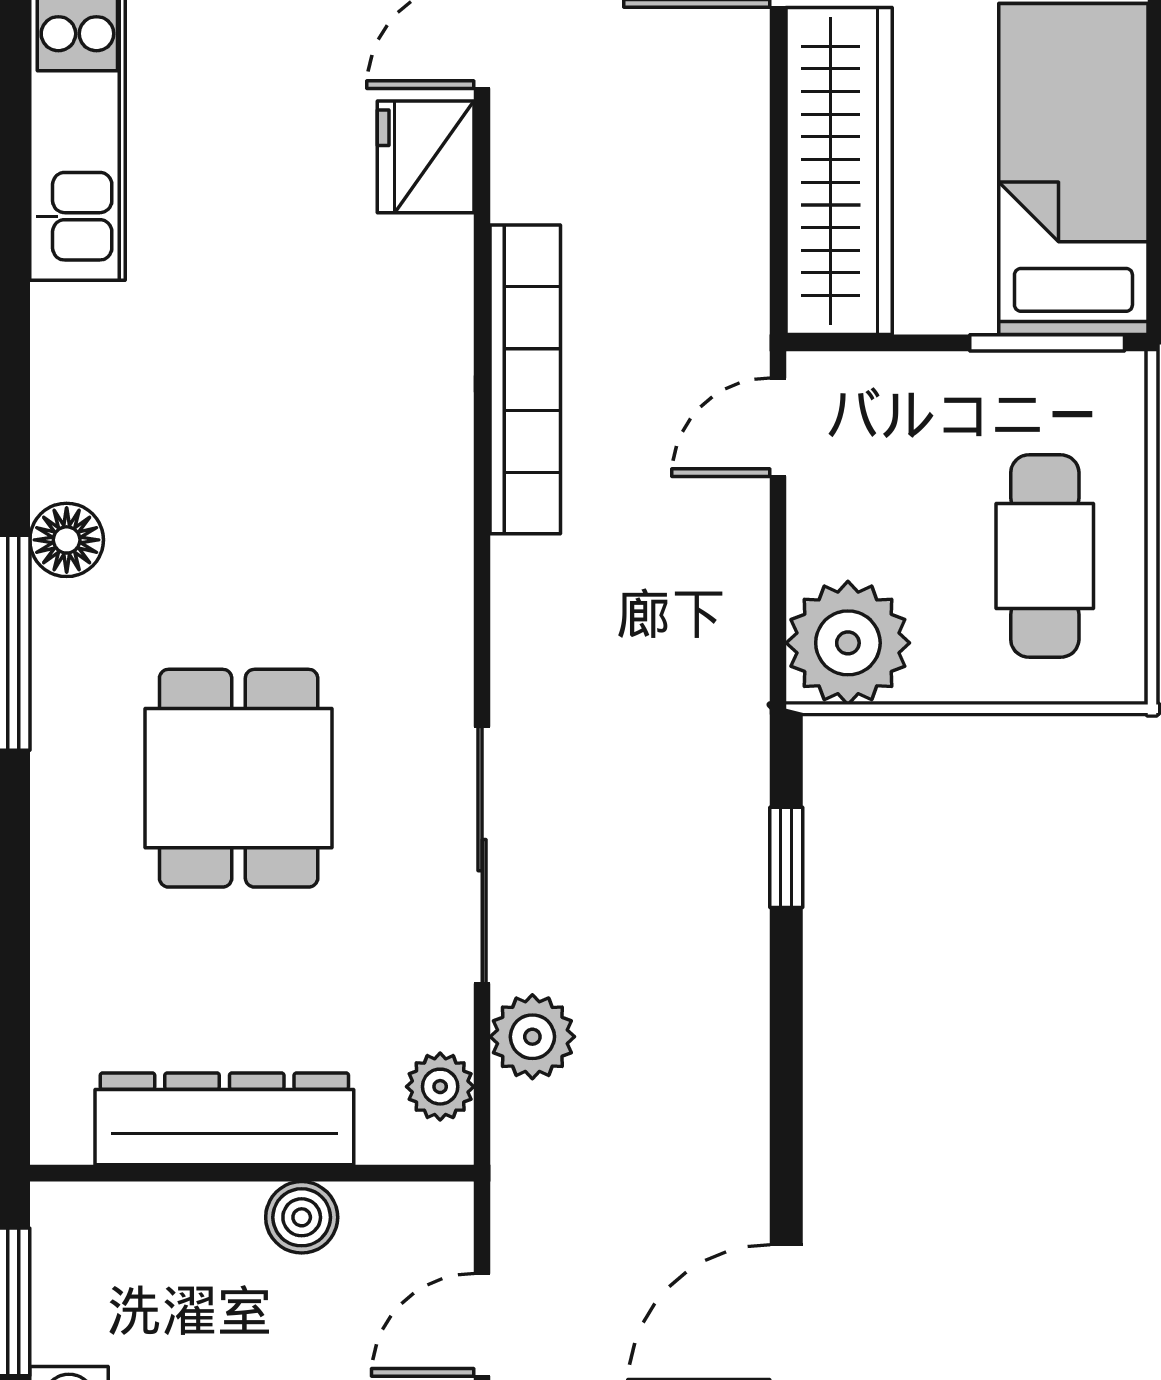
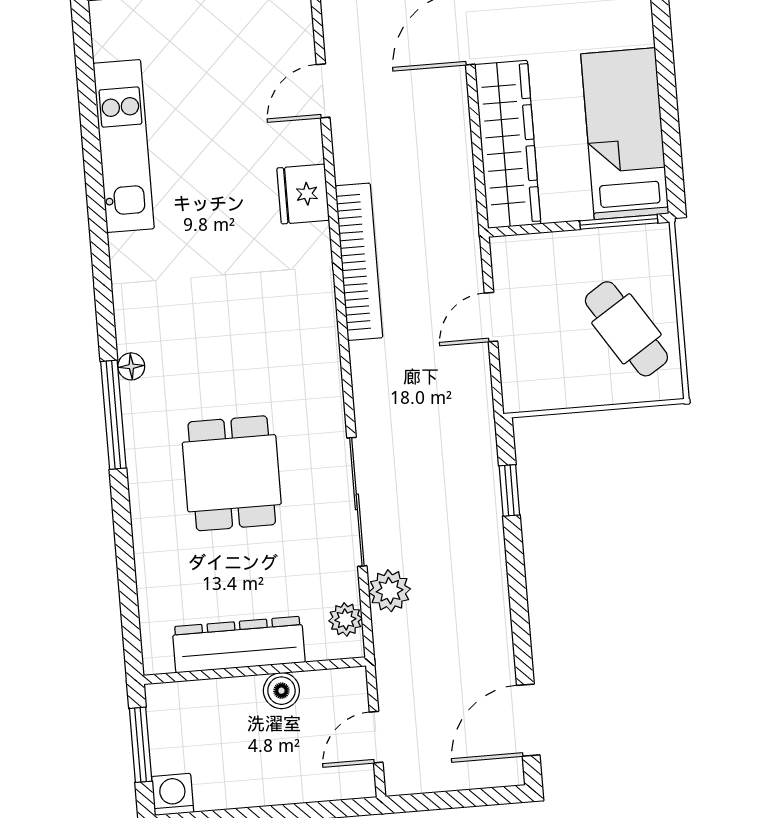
fridge: (426, 157) -> (303, 194), moved
door: (778, 427) -> (491, 317), moved
floor lamp: (67, 540) -> (131, 366), width x0.73, depth x0.73
cafe table: (1045, 556) -> (626, 329), turned -33
plant: (848, 643) -> (531, 380), removed

